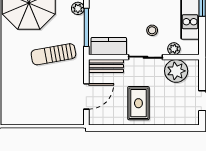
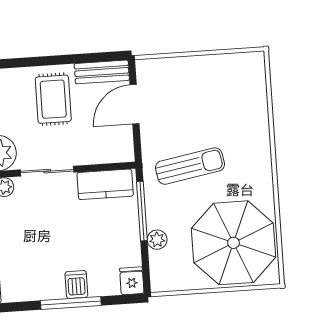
stool: (152, 30) -> (40, 213), removed
bench: (106, 66) -> (102, 72), moved

